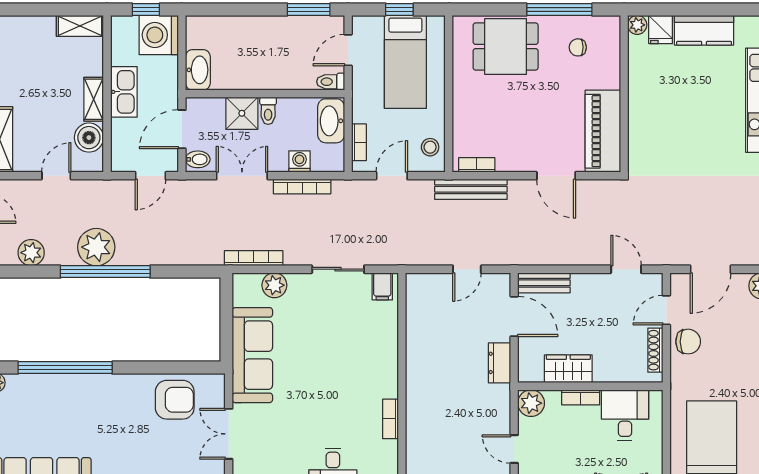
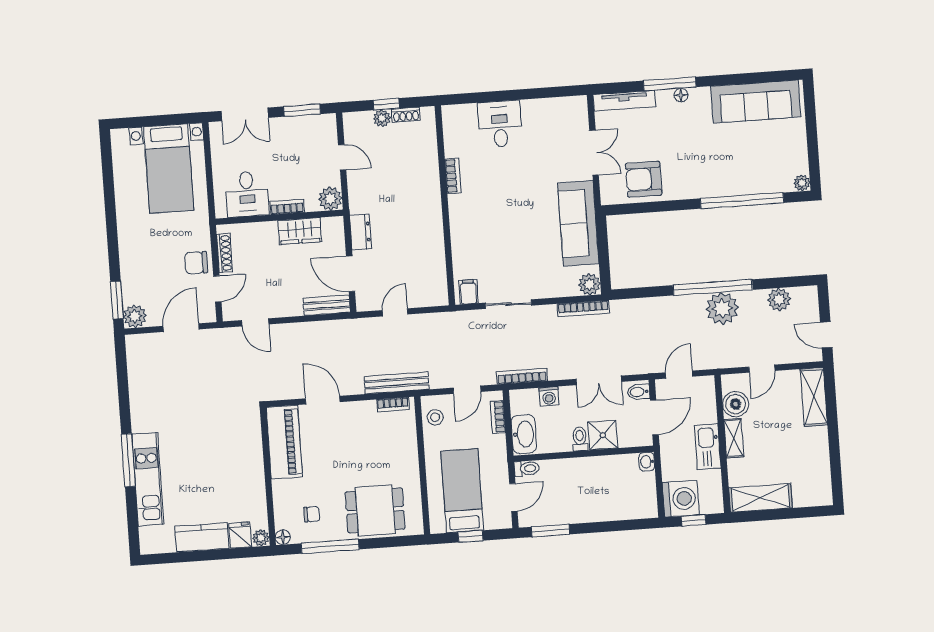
floor lamp: (612, 24) -> (283, 537), added
shelving: (80, 26) -> (760, 498), width x1.50, depth x1.33
washbasin: (198, 70) -> (647, 462), width x0.52, depth x0.69
bookcase: (302, 186) -> (522, 376), moved
plant: (274, 285) -> (589, 284), moved

